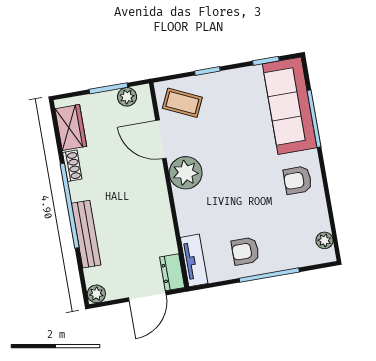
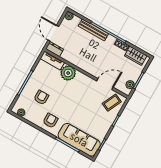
plant: (186, 173) -> (68, 73), moved
armchair: (245, 251) -> (41, 98), moved

